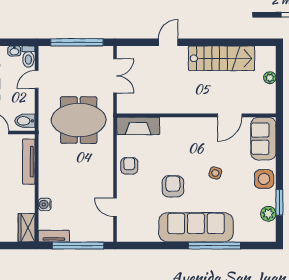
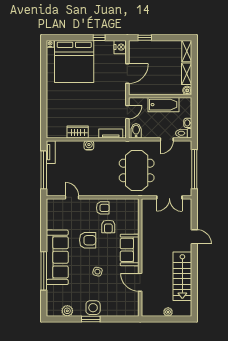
door: (37, 79) -> (167, 139), swing flipped
fireplace: (138, 126) -> (132, 214), removed
sofa: (263, 139) -> (130, 250), moved, turned -90
armchair: (154, 158) -> (108, 227), added
tv unit: (29, 162) -> (111, 134), width x0.71
window: (279, 202) -> (91, 319), moved
water cooler: (45, 204) -> (89, 145), moved
door: (115, 207) -> (72, 197), hinge flipped
wardrobe: (27, 228) -> (78, 132), moved

